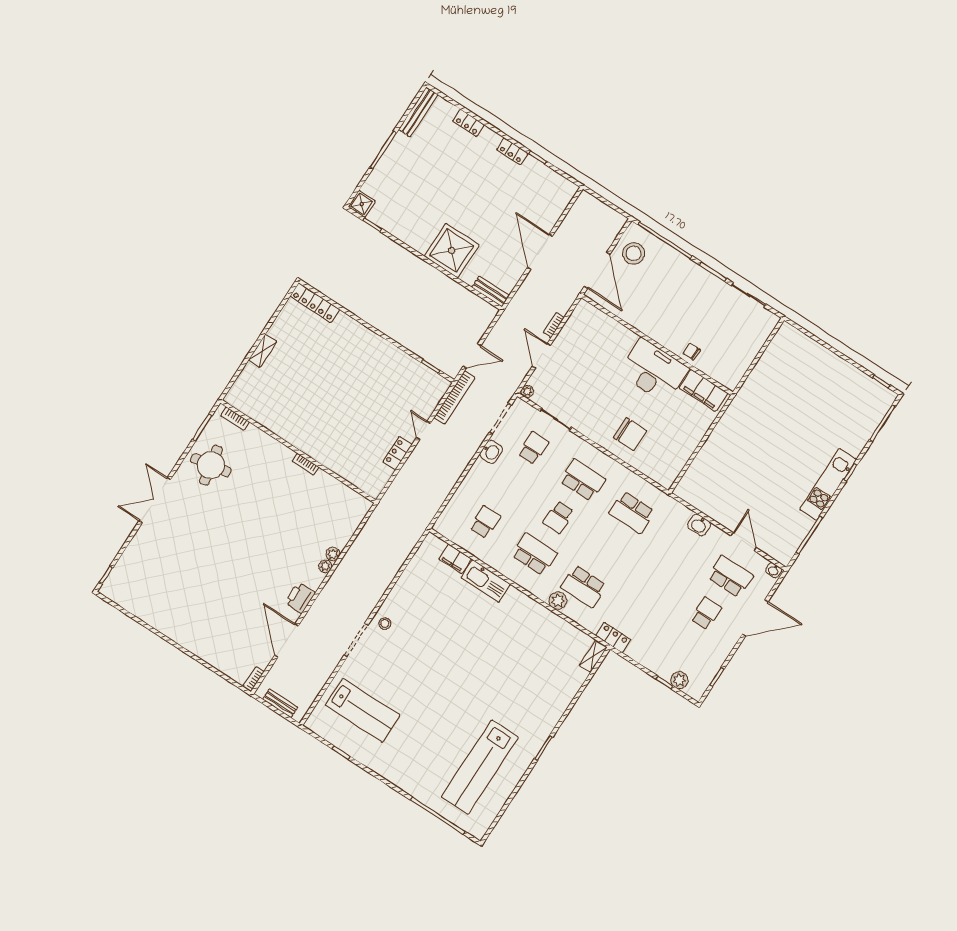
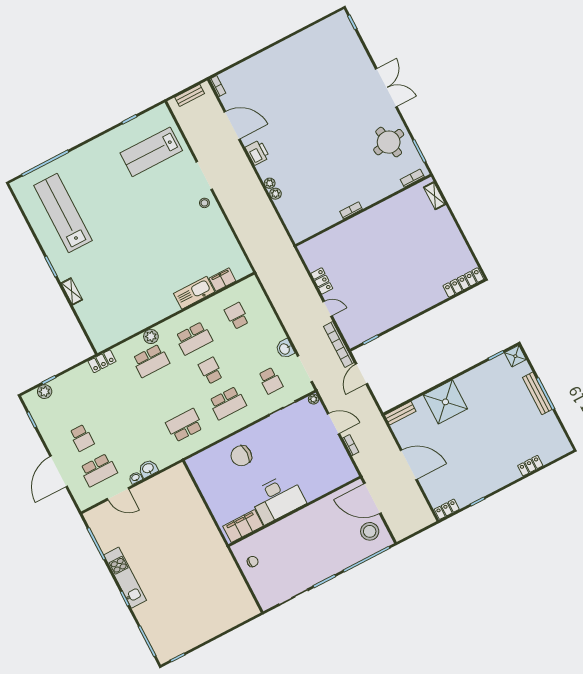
bench: (418, 112) -> (537, 393), moved
locker: (512, 151) -> (447, 509), moved
shelving: (262, 351) -> (435, 196), moved
chair: (692, 352) -> (253, 562), moved
school desk: (485, 522) -> (237, 316), turned 180
washbasin: (774, 570) -> (136, 478), moved
school desk: (583, 586) -> (151, 361), turned 180
shelving: (593, 656) -> (72, 291), moved

